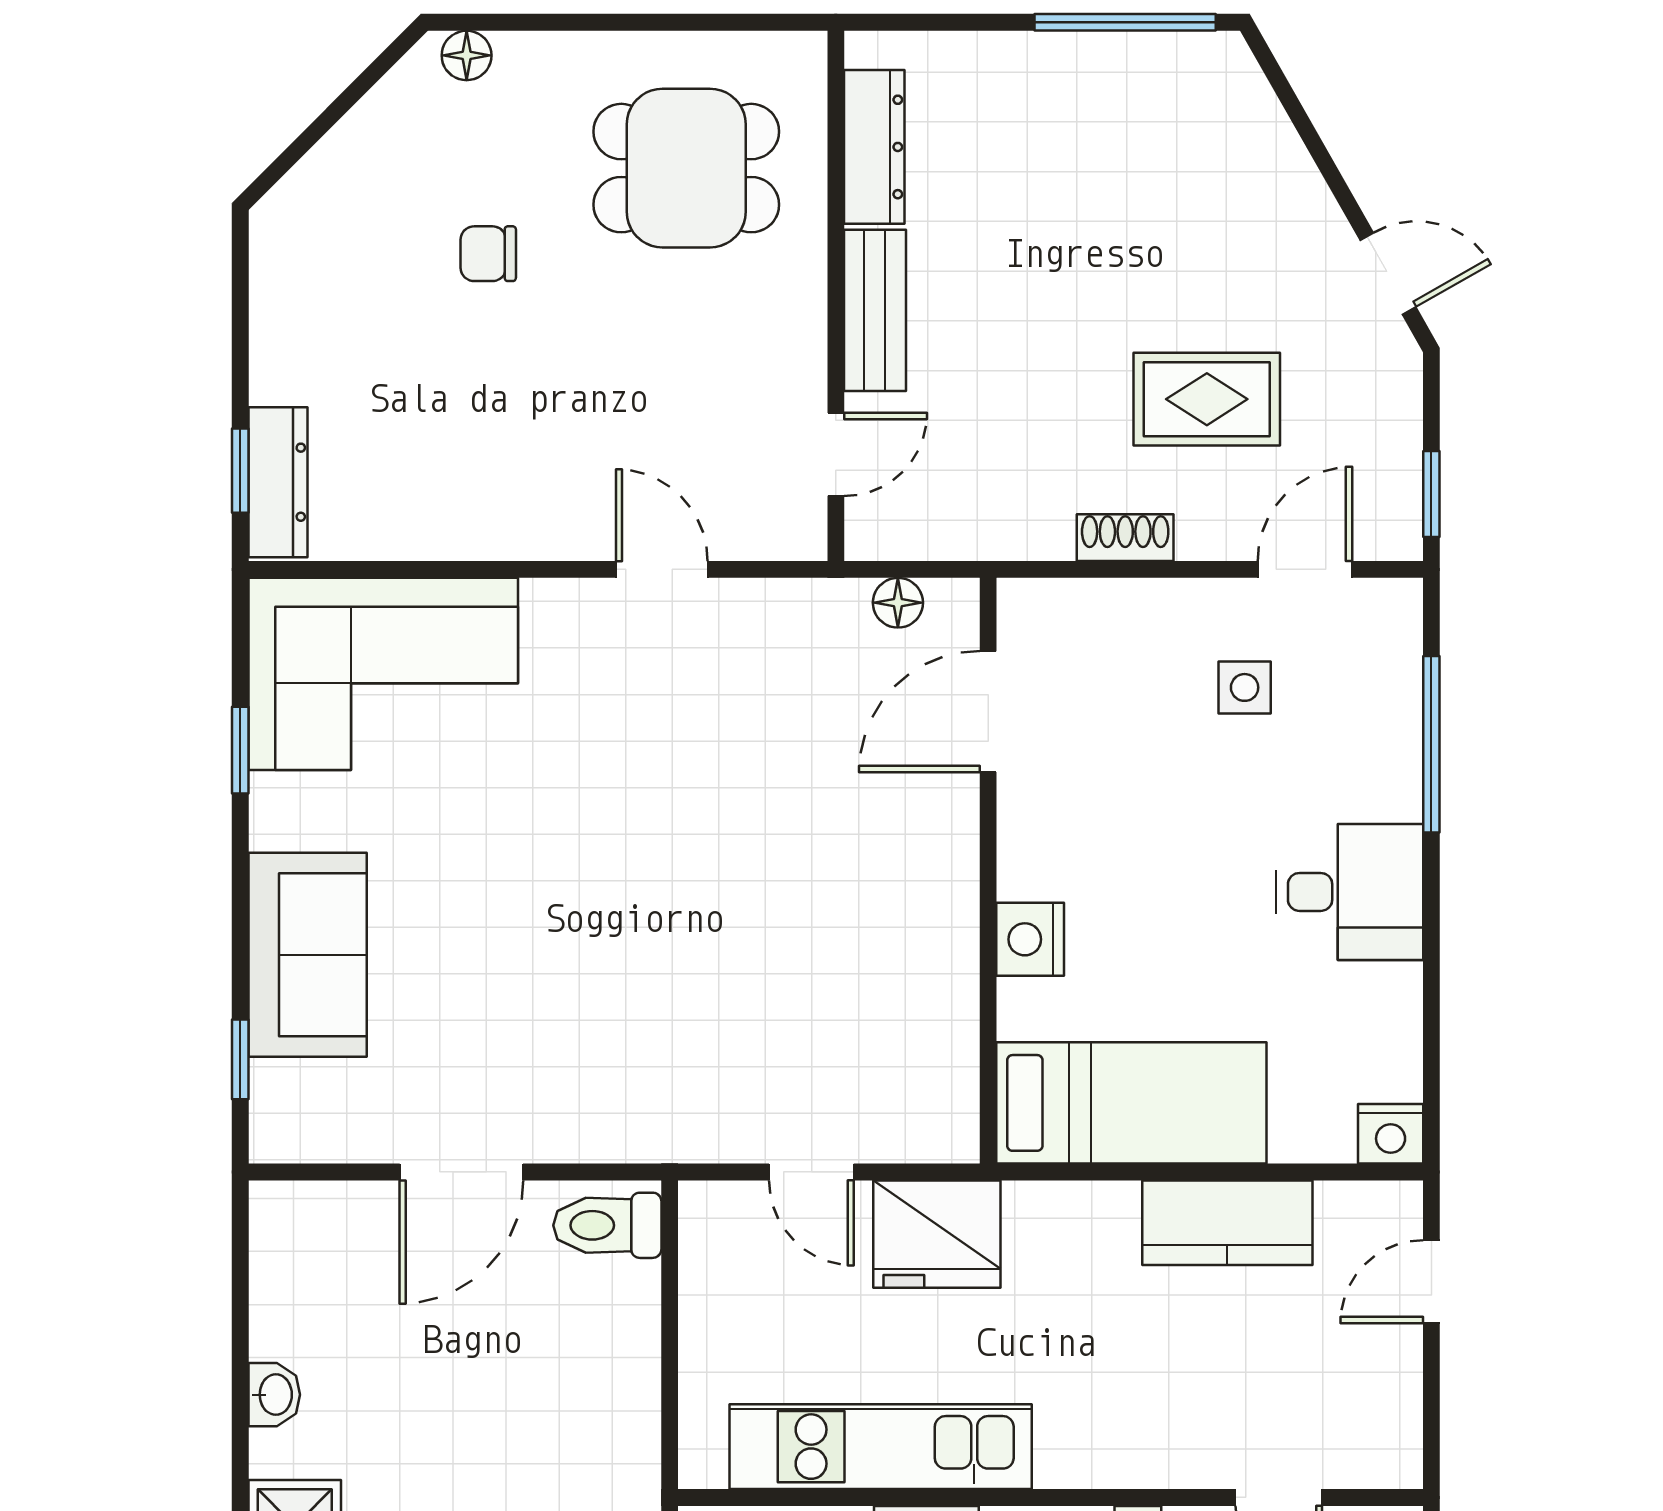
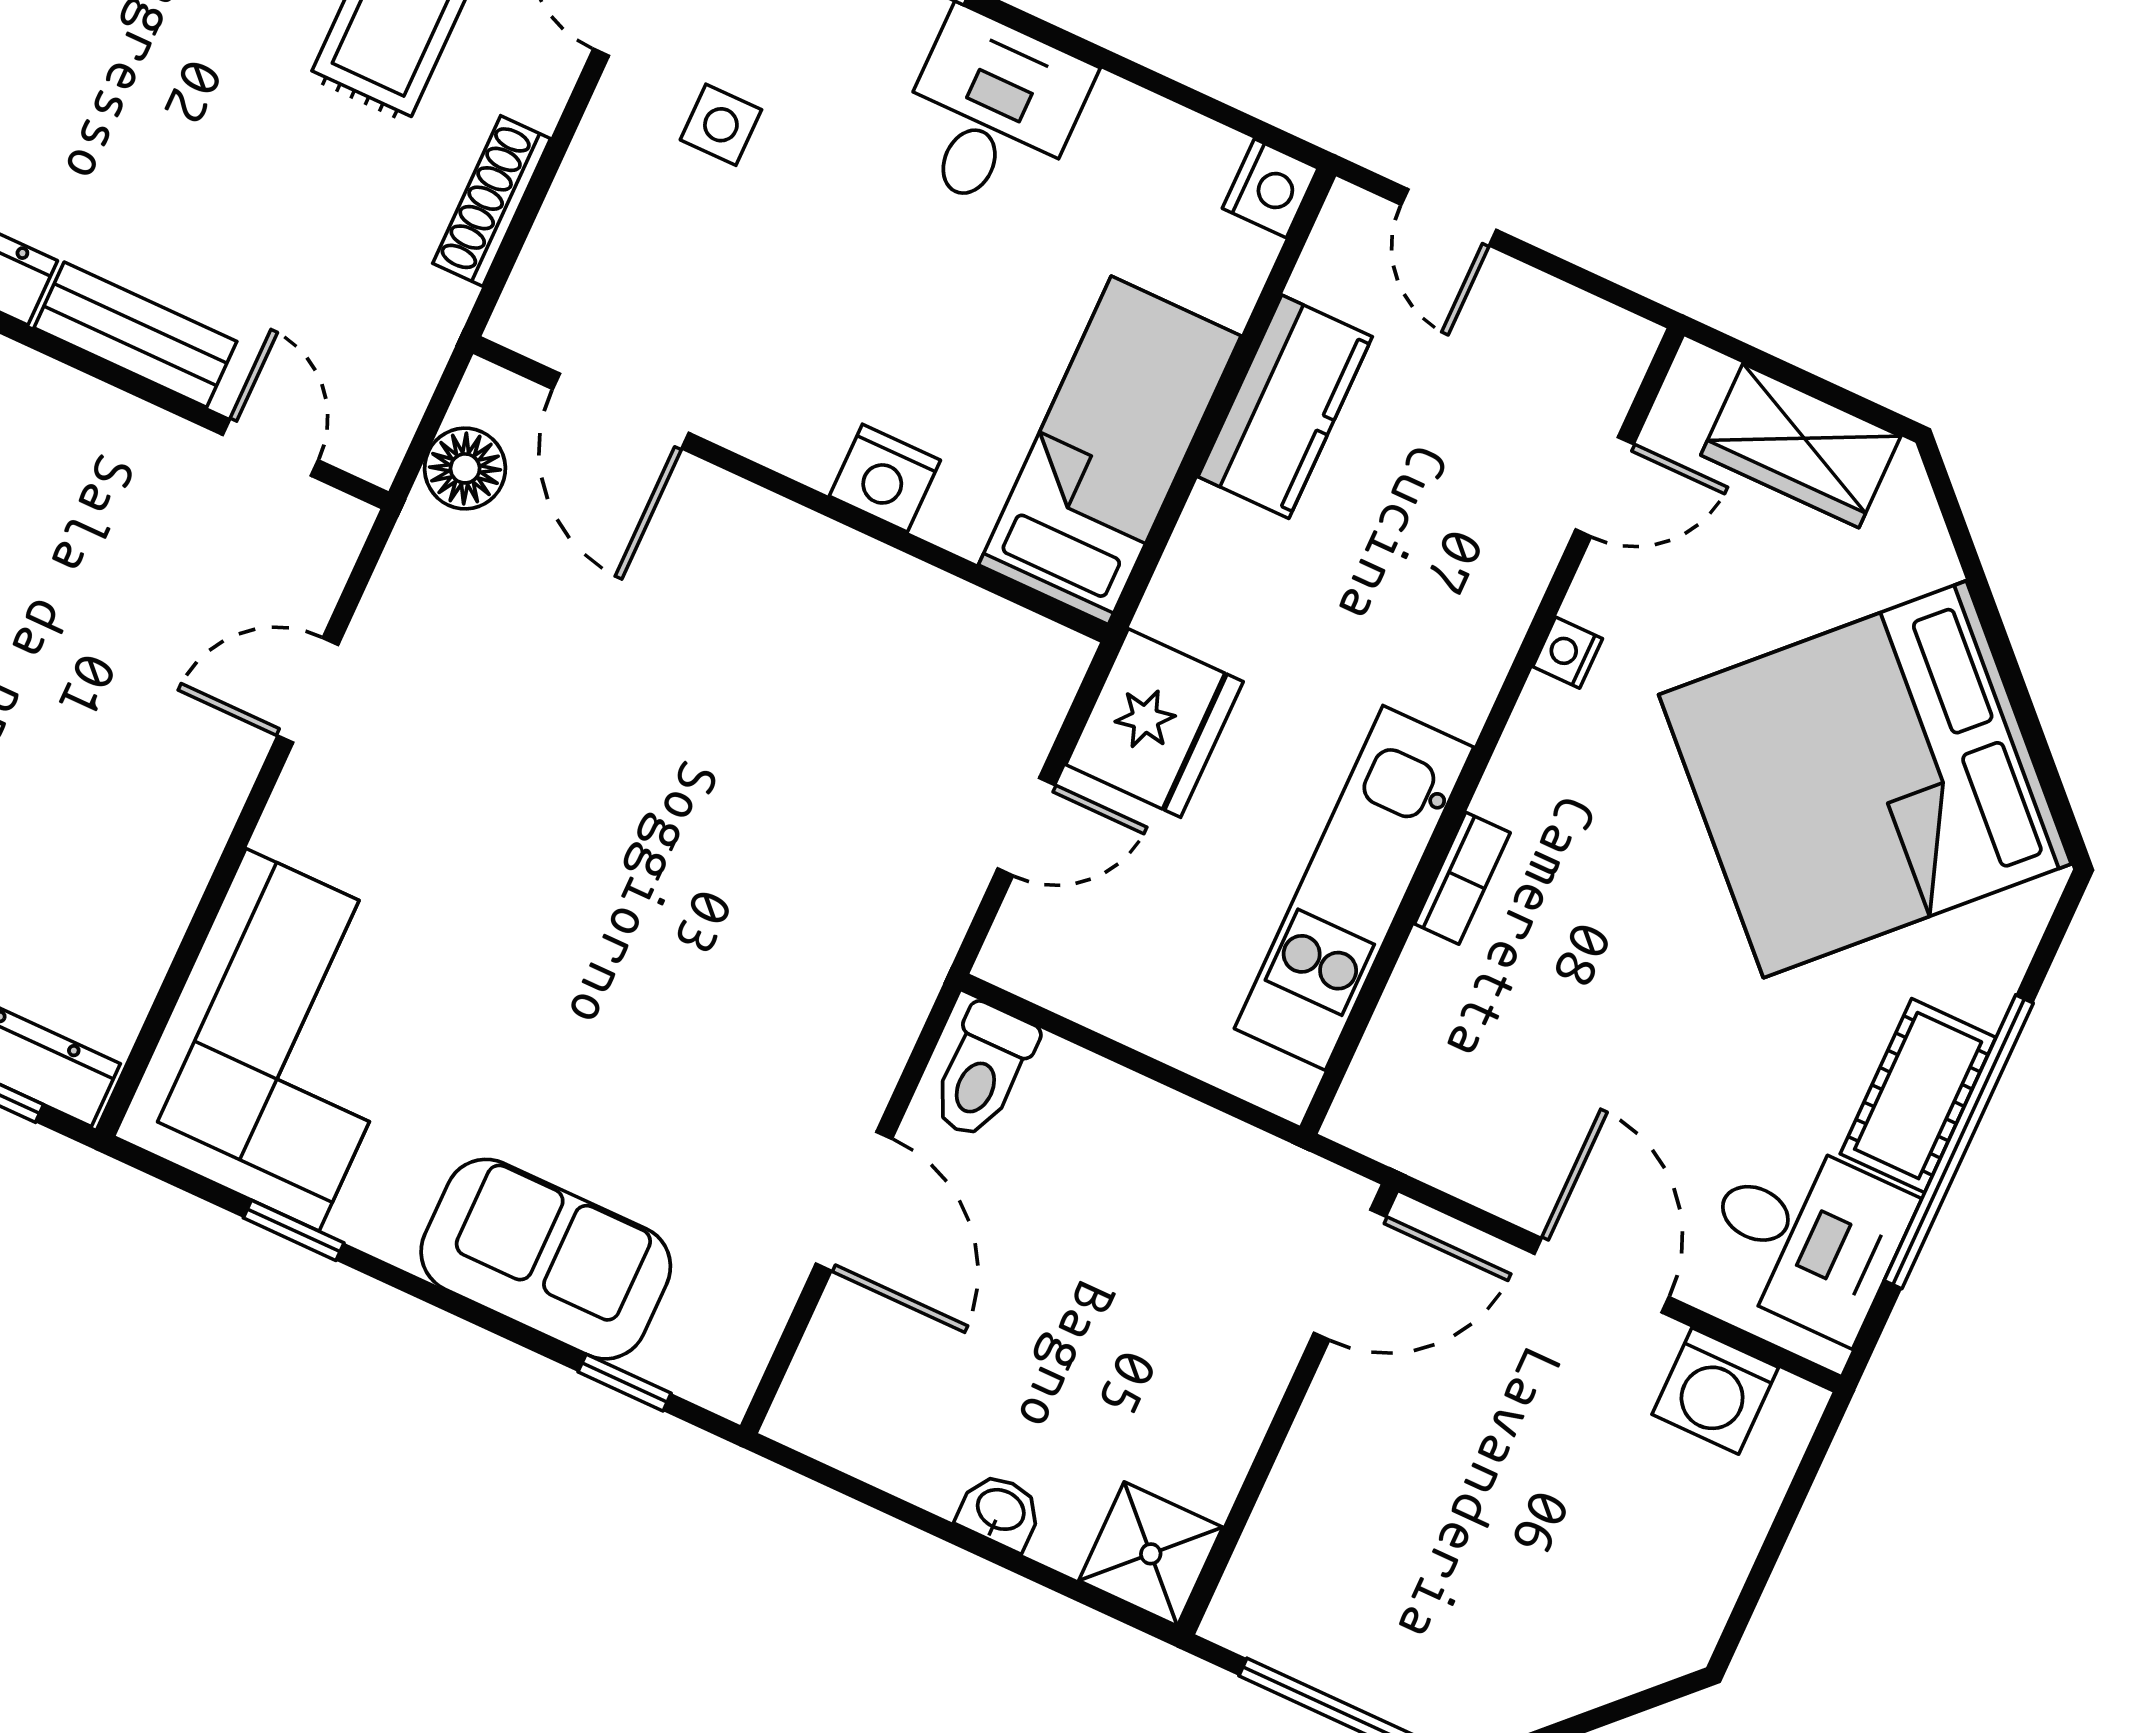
shoe rack: (1125, 538) -> (492, 201), width x1.43
floor lamp: (898, 603) -> (465, 468), width x1.37, depth x1.37

